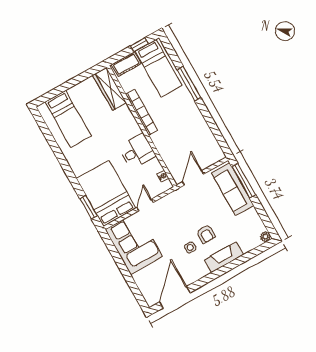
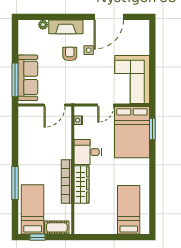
wardrobe: (110, 89) -> (82, 184), moved
plant: (265, 237) -> (43, 25), moved
door: (175, 297) -> (109, 17), moved

